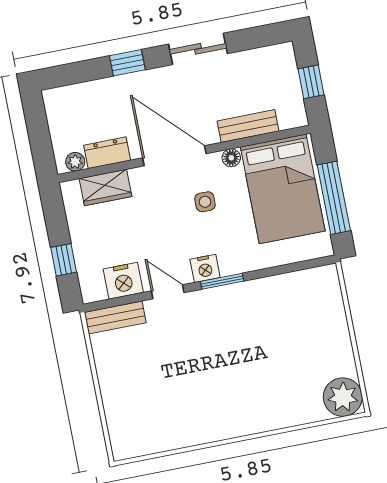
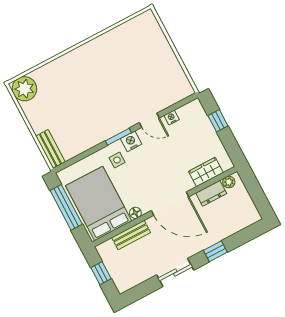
side table: (205, 202) -> (117, 160), moved
nightstand: (123, 281) -> (172, 118), width x0.53, depth x0.56
bench: (115, 317) -> (51, 149), moved, turned 90

